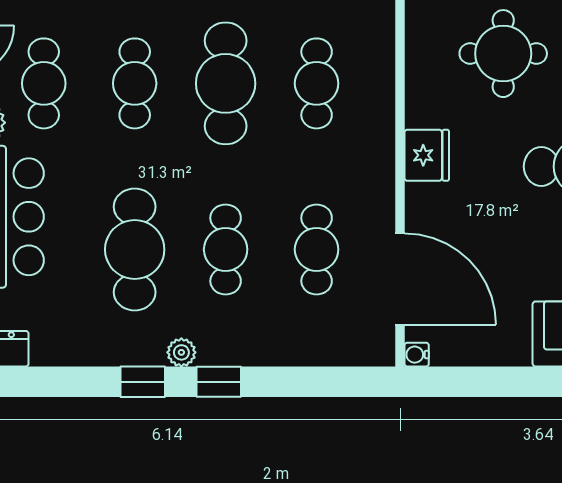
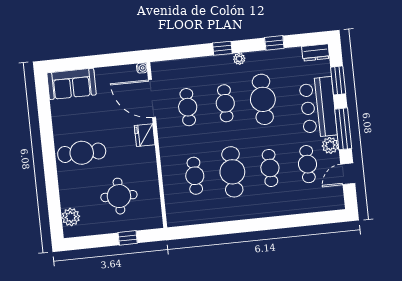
fridge: (427, 155) -> (145, 135), moved
window: (143, 382) -> (274, 43), moved

